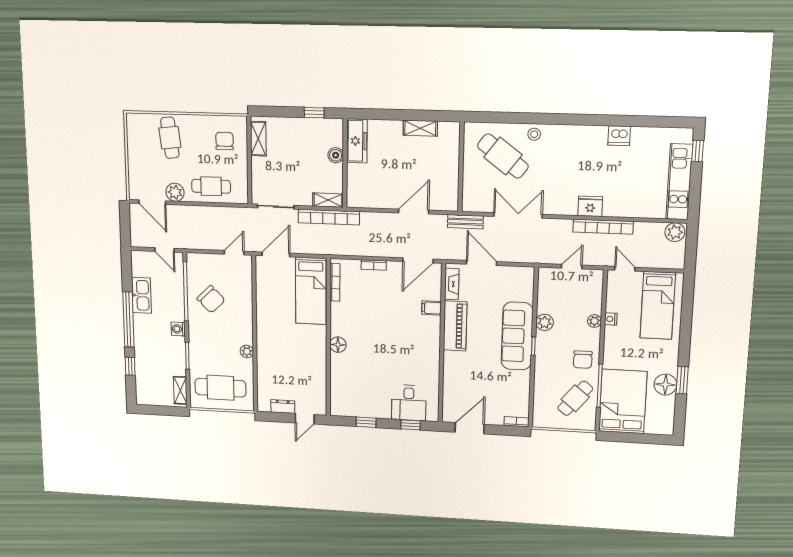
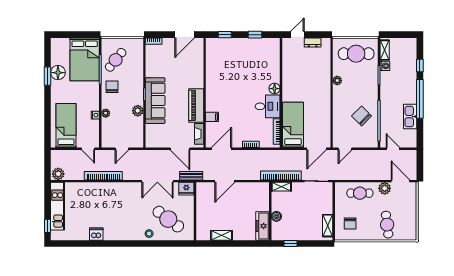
fridge: (590, 206) -> (186, 189), moved
washing machine: (178, 329) -> (385, 66), moved
desk: (409, 403) -> (268, 106), moved, turned 90

